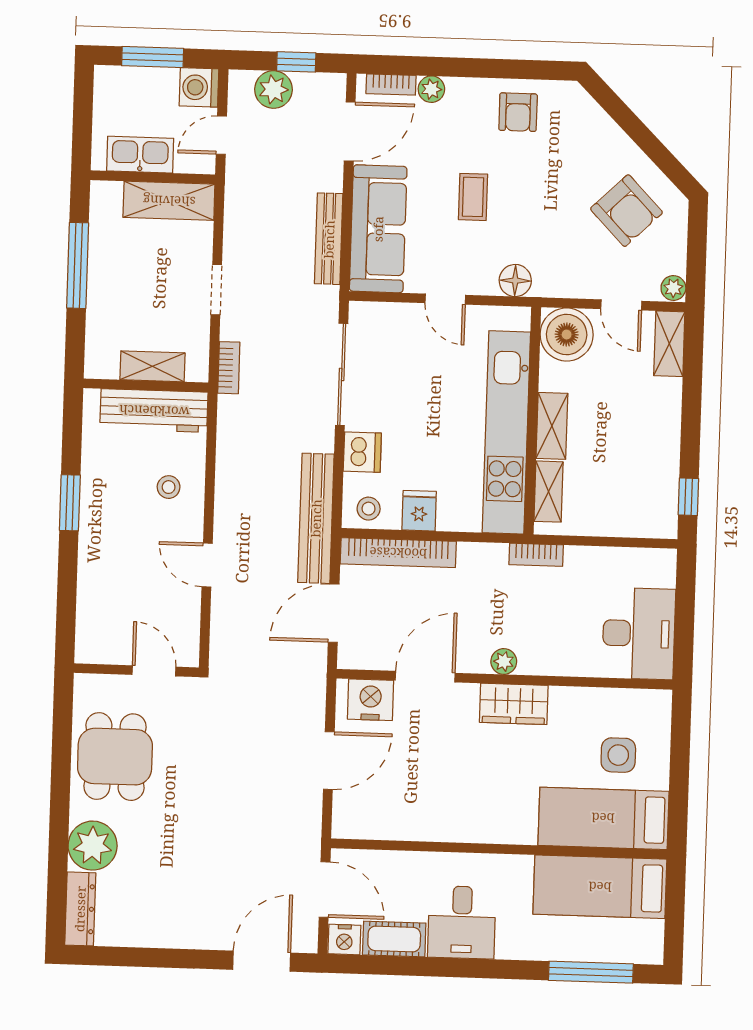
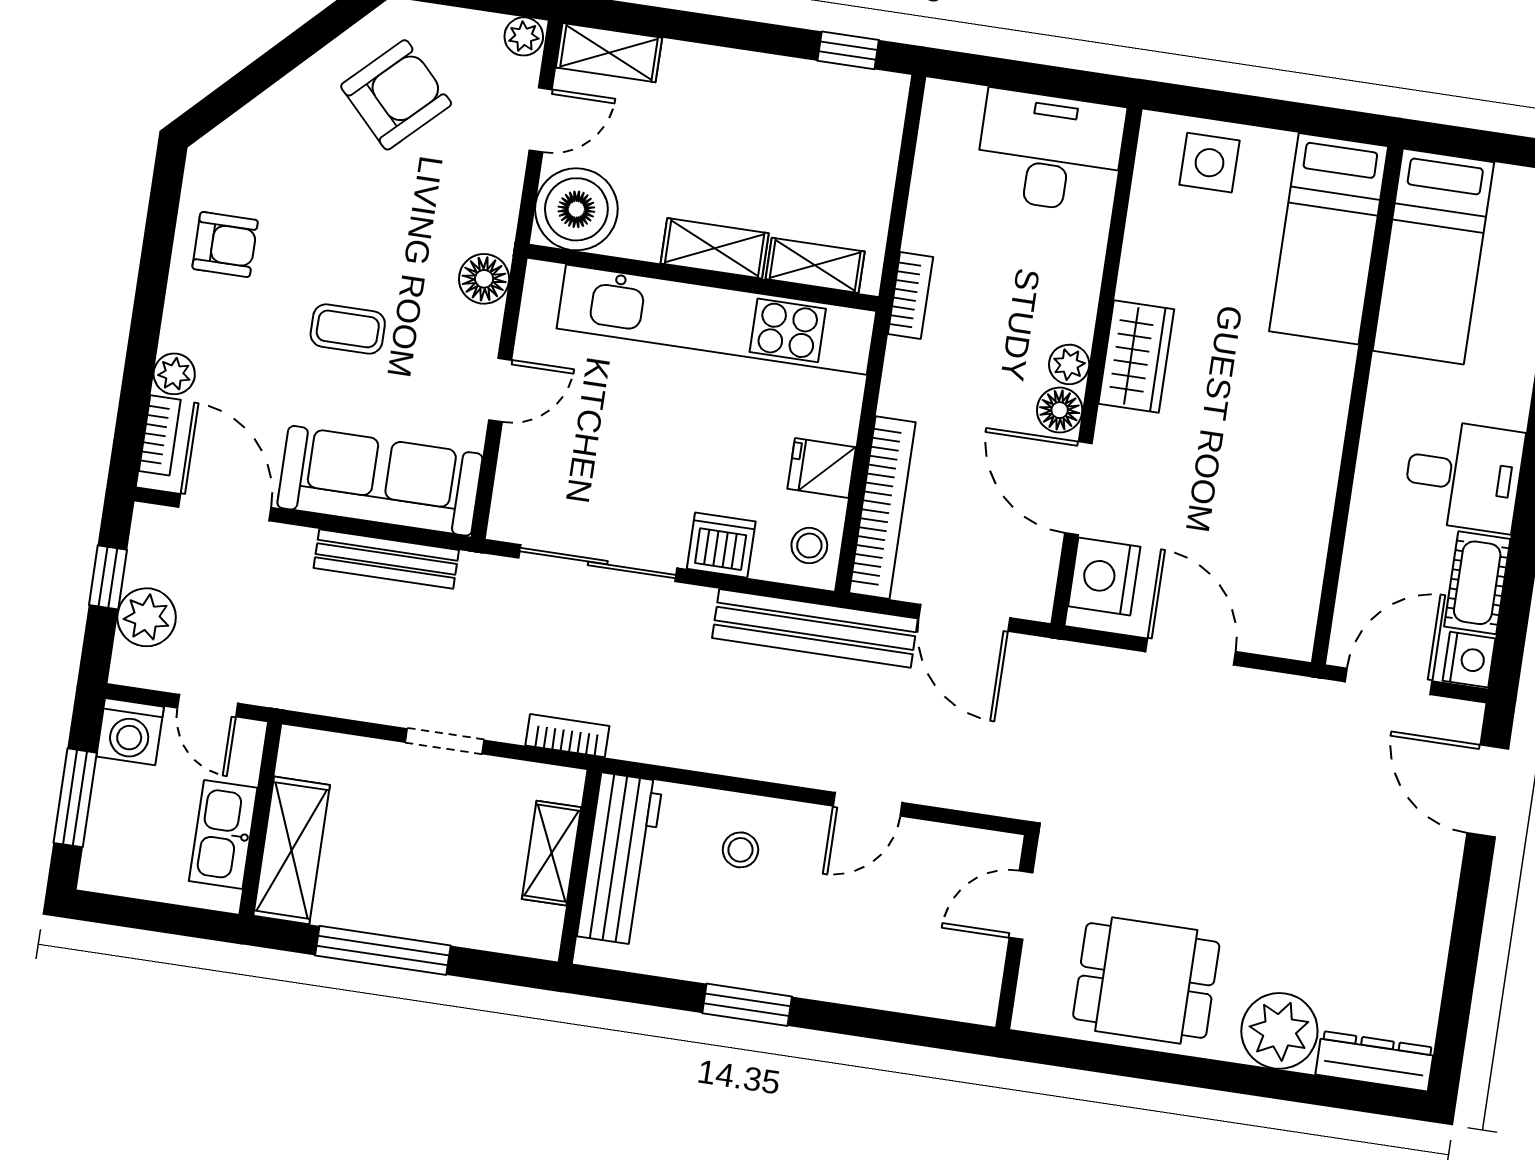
shelving: (169, 201) -> (292, 850), moved
floor lamp: (474, 659) -> (1060, 410), added
side table: (618, 755) -> (1210, 163), moved

